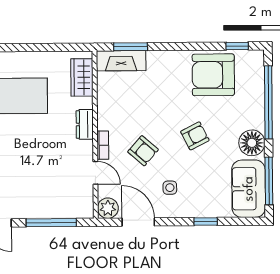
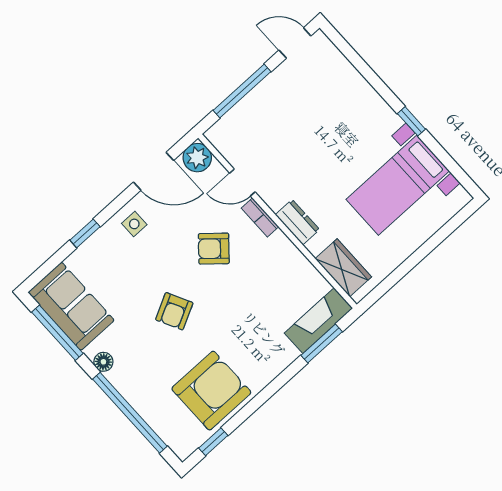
floor lamp: (252, 143) -> (103, 362), width x0.53, depth x0.53
side table: (170, 188) -> (134, 224), moved

